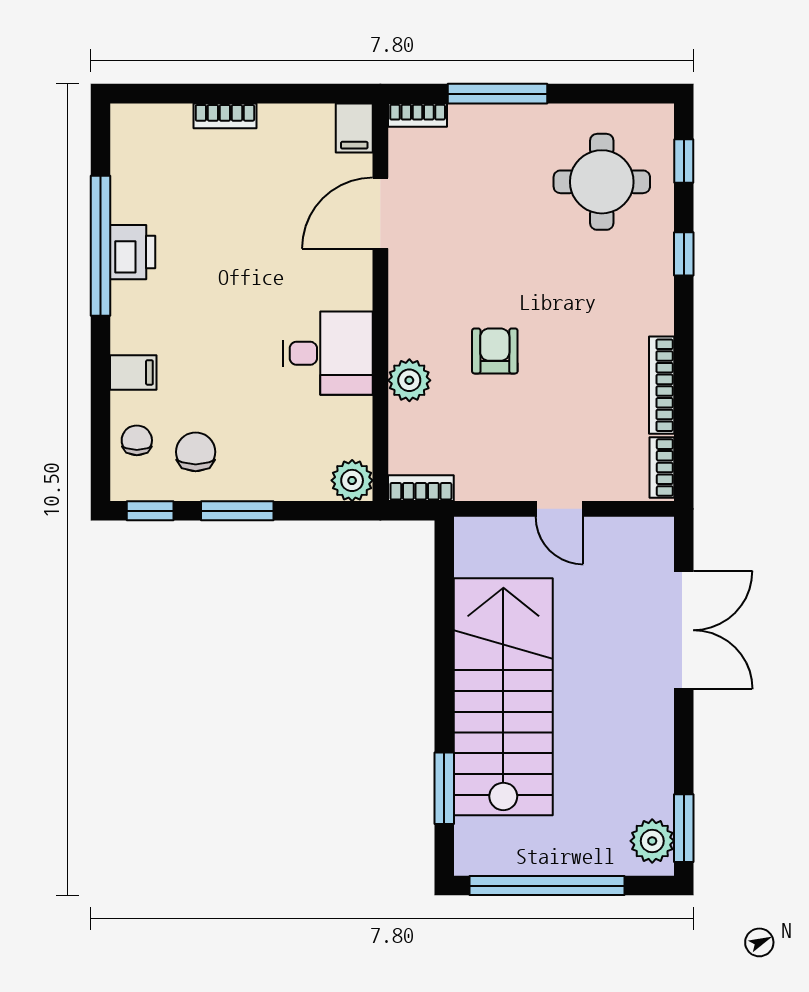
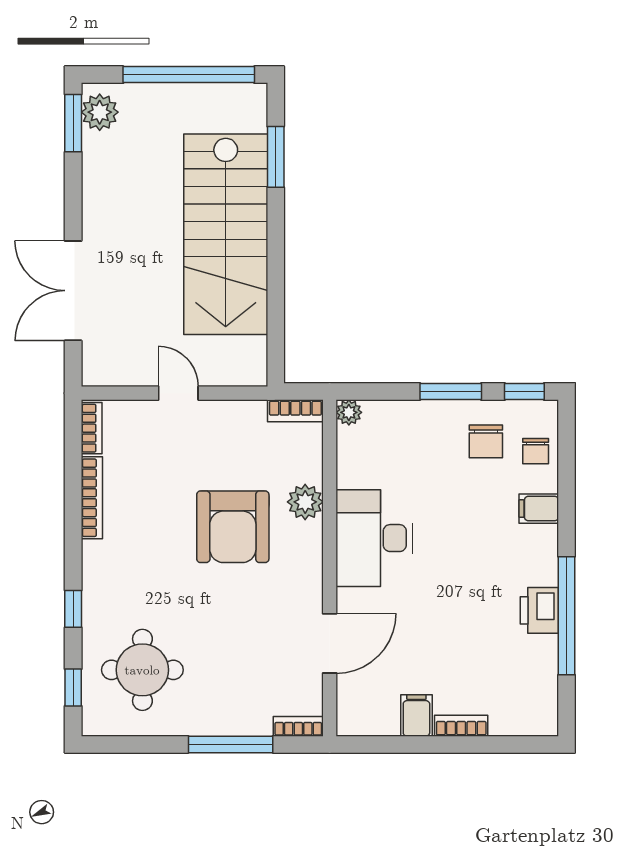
filing cabinet: (354, 128) -> (416, 715), moved
armchair: (495, 351) -> (233, 527), width x1.88, depth x1.88
desk: (328, 353) -> (374, 538), width x1.37
plant: (352, 480) -> (349, 412), width x0.73, depth x0.73

